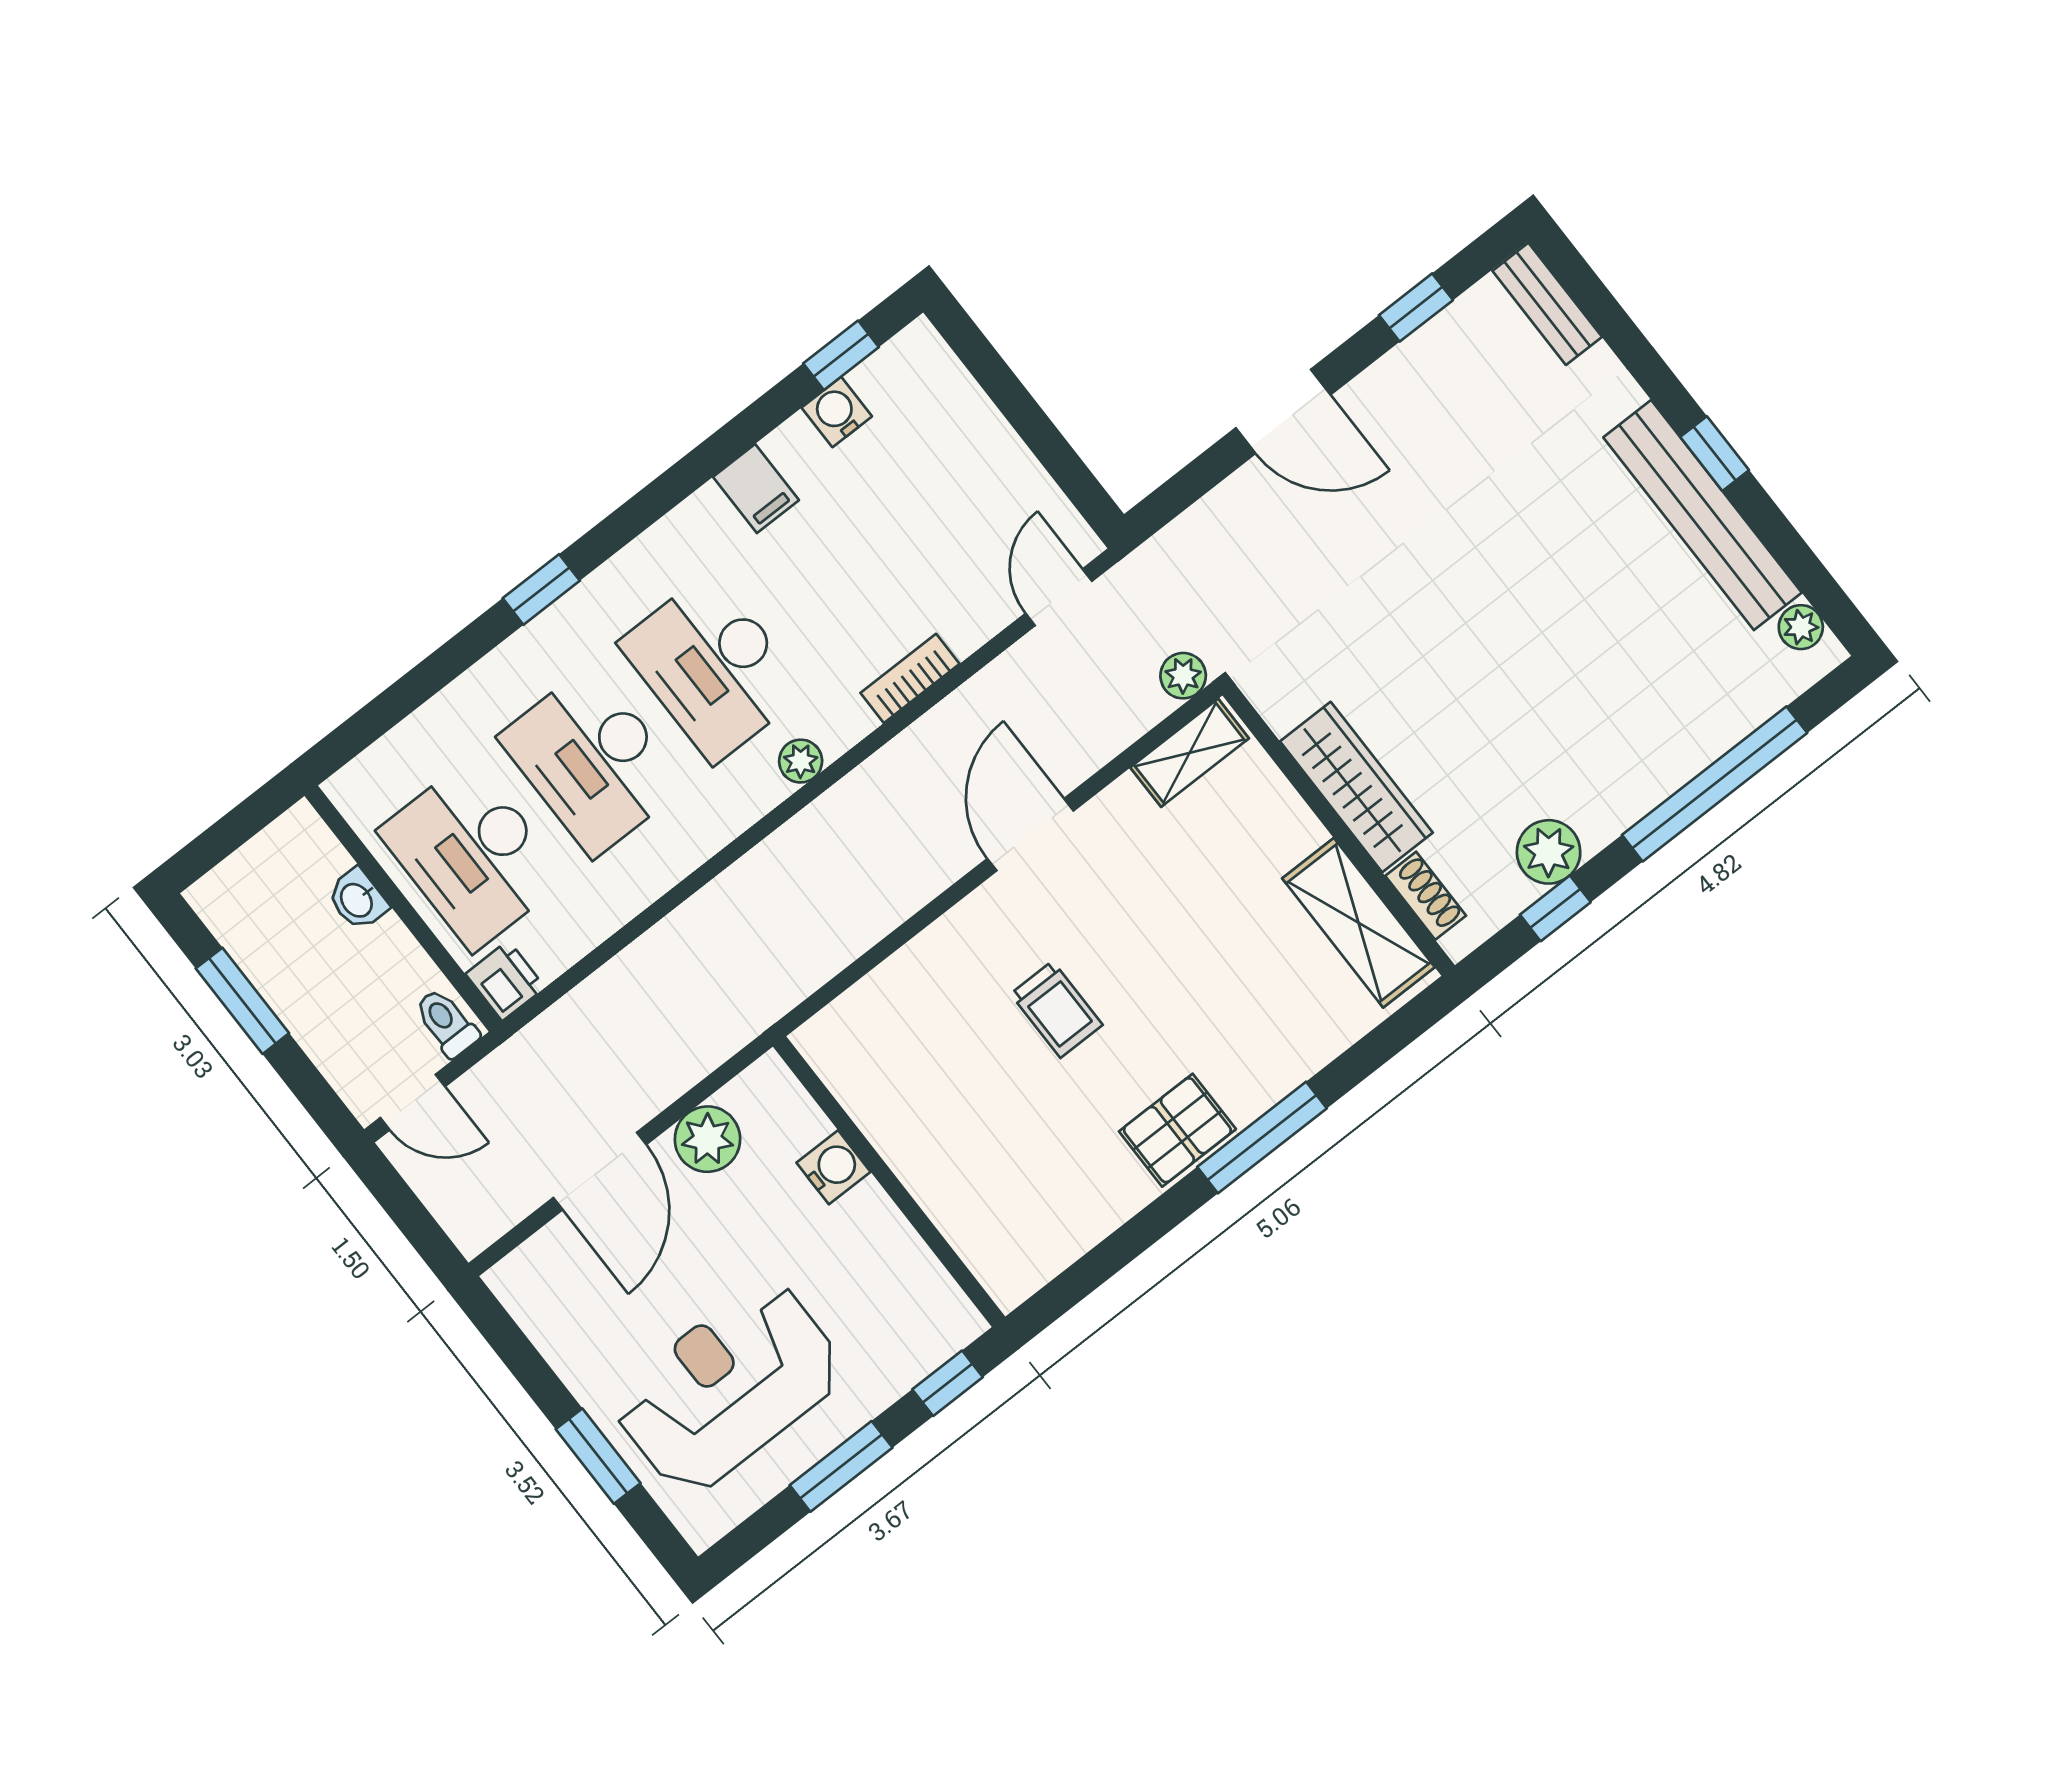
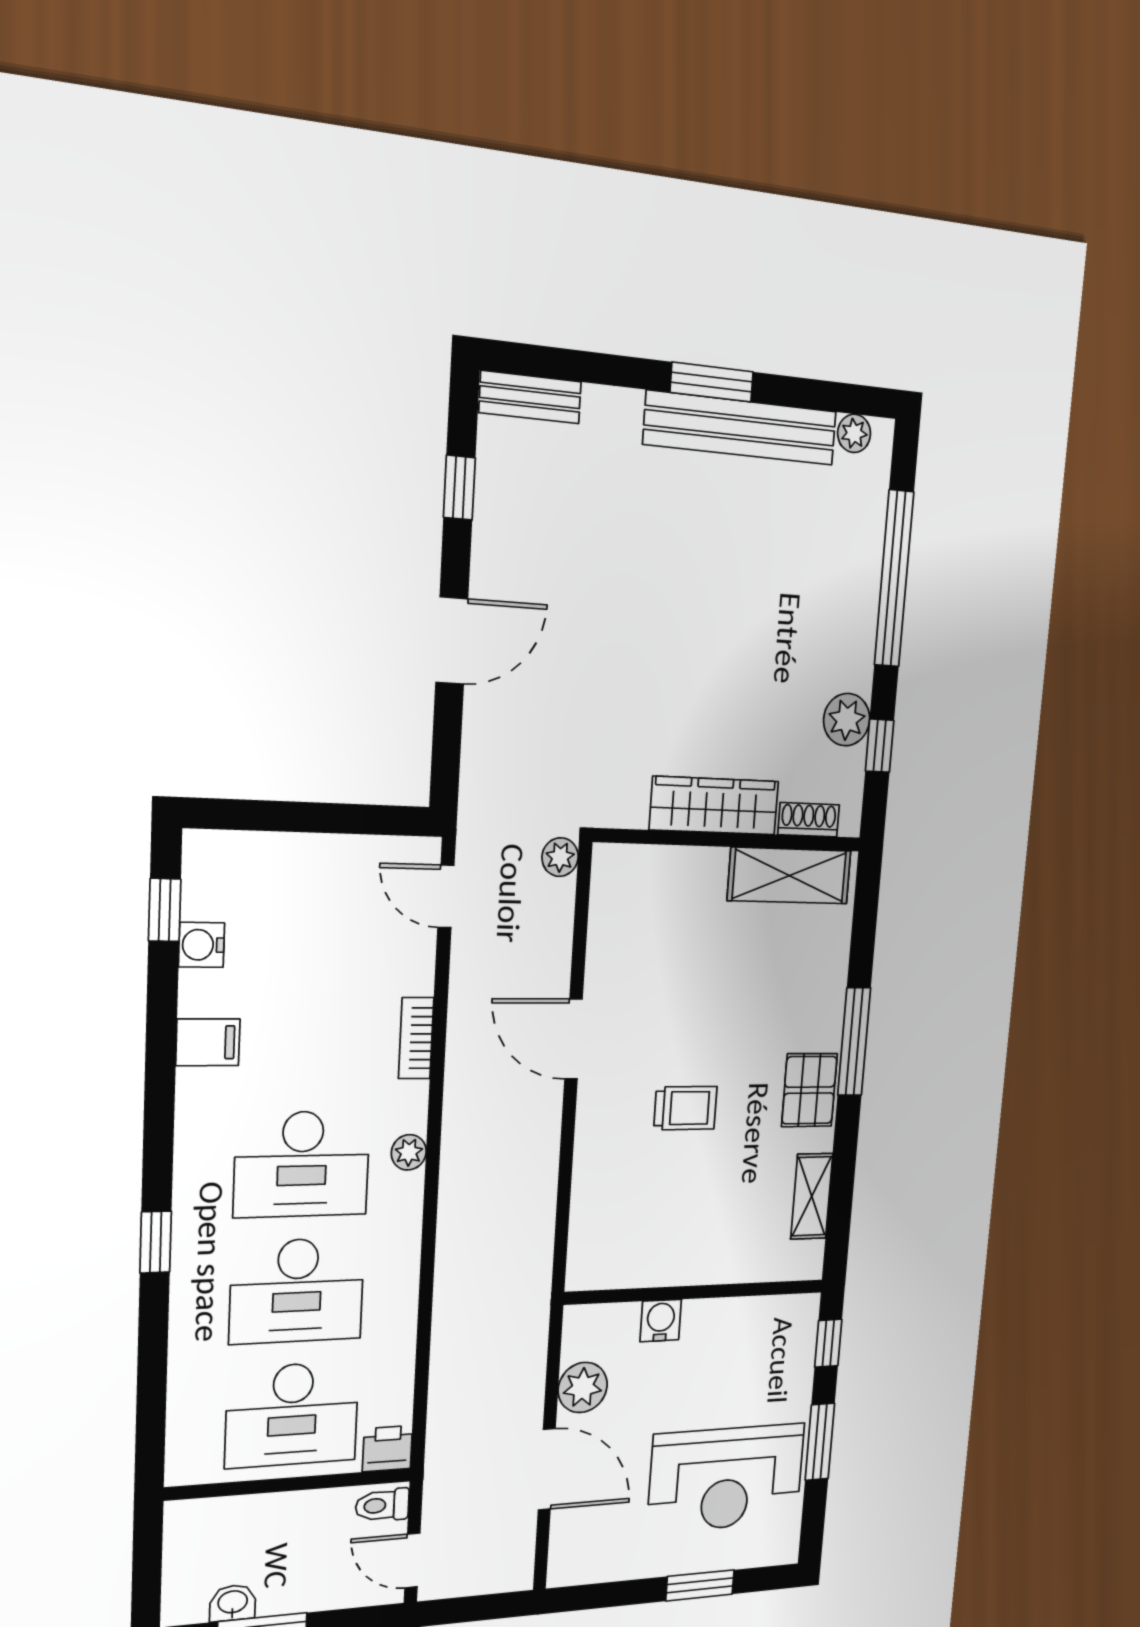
window: (1715, 454) -> (712, 382), width x1.50
shelving: (1190, 753) -> (812, 1196), moved
washbasin: (357, 900) -> (233, 1603), moved, turned 180
door: (413, 1102) -> (412, 1561), swing flipped
reception desk: (728, 1387) -> (726, 1478), turned -90

